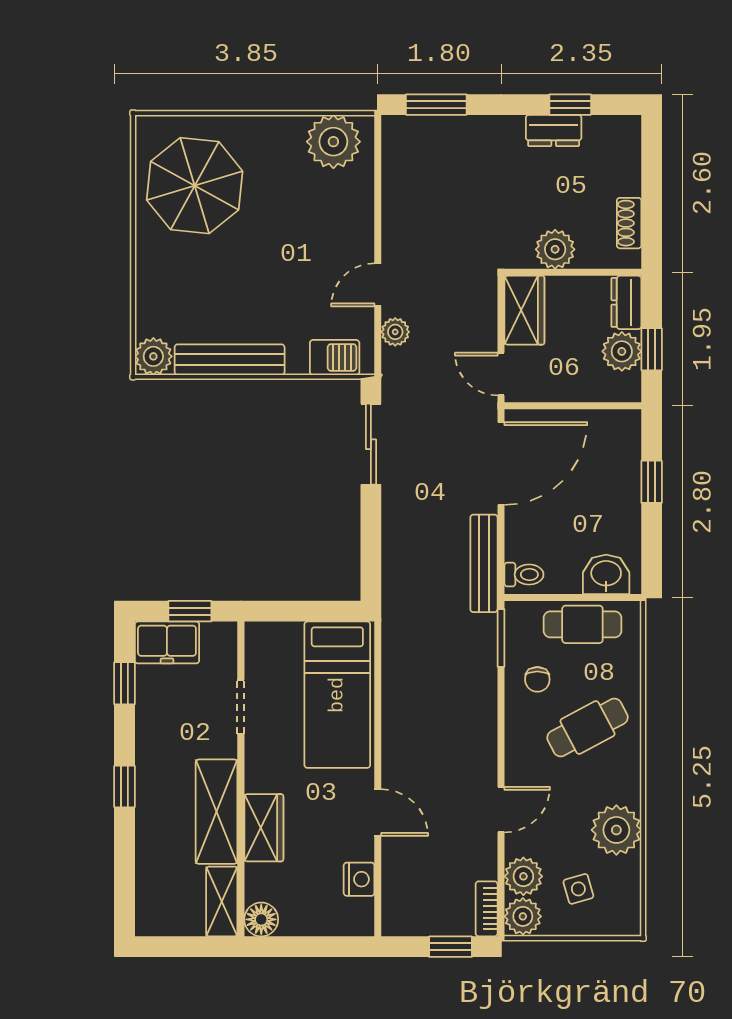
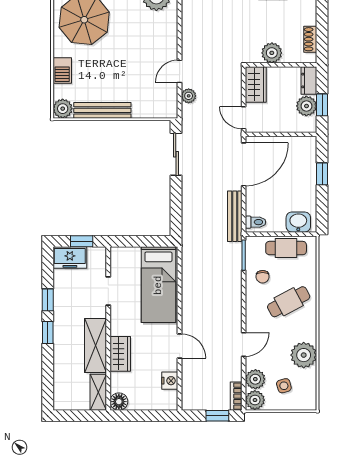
barbecue: (335, 357) -> (62, 70), moved, turned 90
window: (124, 683) -> (48, 300), moved

